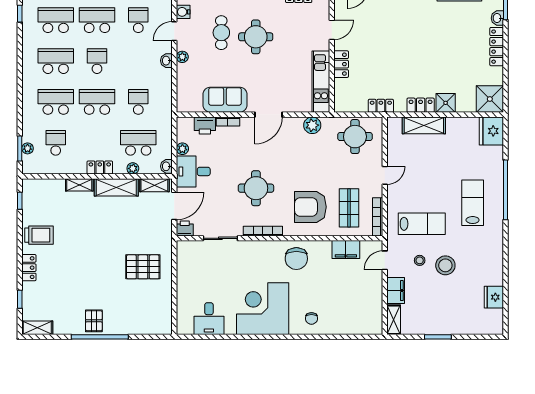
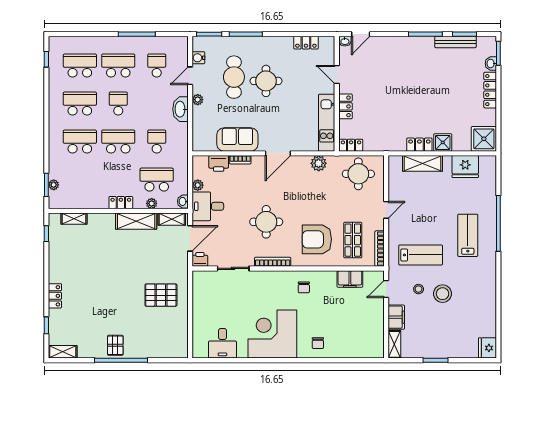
door: (332, 30) -> (337, 74), swing flipped
cafe table: (221, 33) -> (234, 77), width x1.37, depth x1.35
washbasin: (166, 61) -> (180, 109), width x1.91, depth x1.45
locker: (381, 106) -> (351, 145), moved
fridge: (491, 131) -> (465, 167), moved, turned -90
school desk: (56, 143) -> (80, 180), removed
shelving: (79, 185) -> (74, 219), moved
trolley: (39, 235) -> (64, 266), removed
chair: (296, 259) -> (304, 287), width x0.54, depth x0.54
fridge: (494, 297) -> (488, 348), moved

